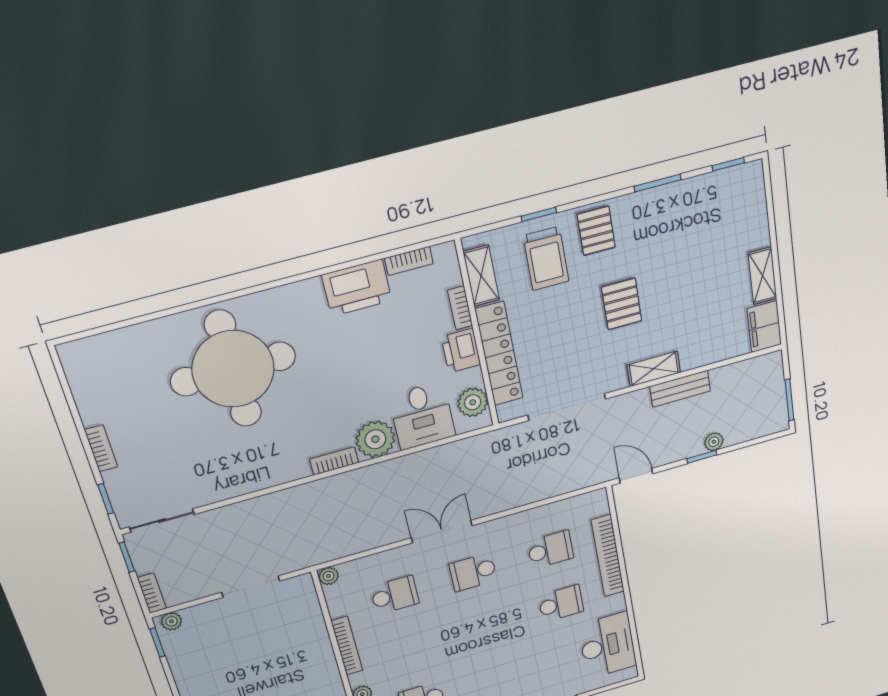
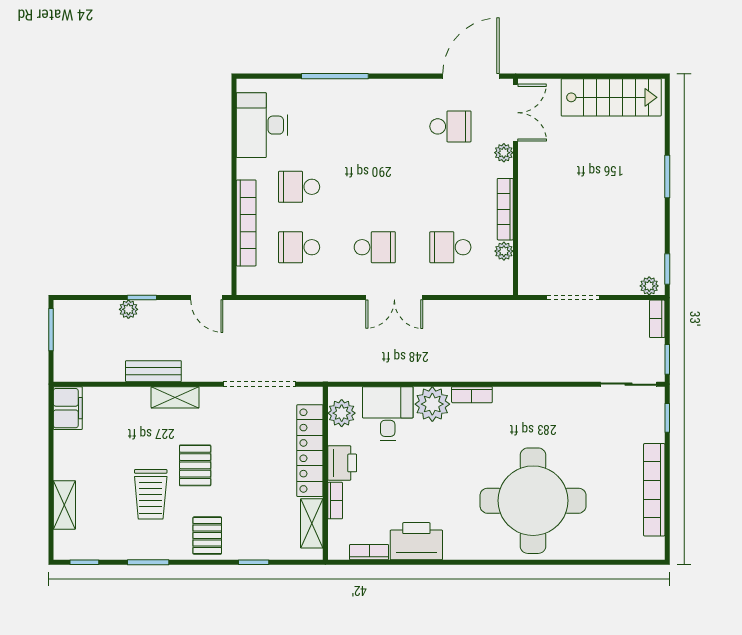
trolley: (546, 259) -> (151, 494), moved, turned 180
shelving: (762, 276) -> (64, 505), moved
bookcase: (101, 448) -> (654, 490), width x2.31, depth x1.31
plant: (329, 576) -> (504, 251), moved

